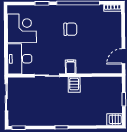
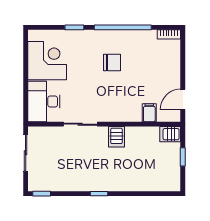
filing cabinet: (71, 67) -> (149, 113), moved
server rack: (115, 119) -> (170, 134), moved

